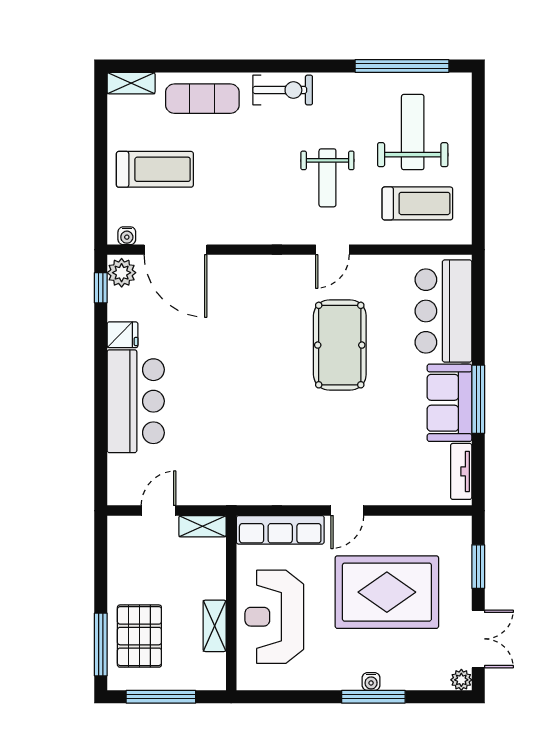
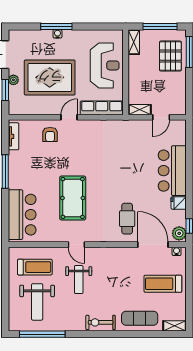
weight bench: (327, 178) -> (79, 280), turned 180
treadmill: (417, 203) -> (35, 267), turned 180
door: (332, 250) -> (76, 245), swing flipped
cafe table: (228, 303) -> (127, 219), added
sofa: (450, 403) -> (19, 170), removed
armchair: (386, 475) -> (50, 134), added
shelving: (215, 626) -> (134, 42), moved
plant: (461, 680) -> (13, 80), moved

